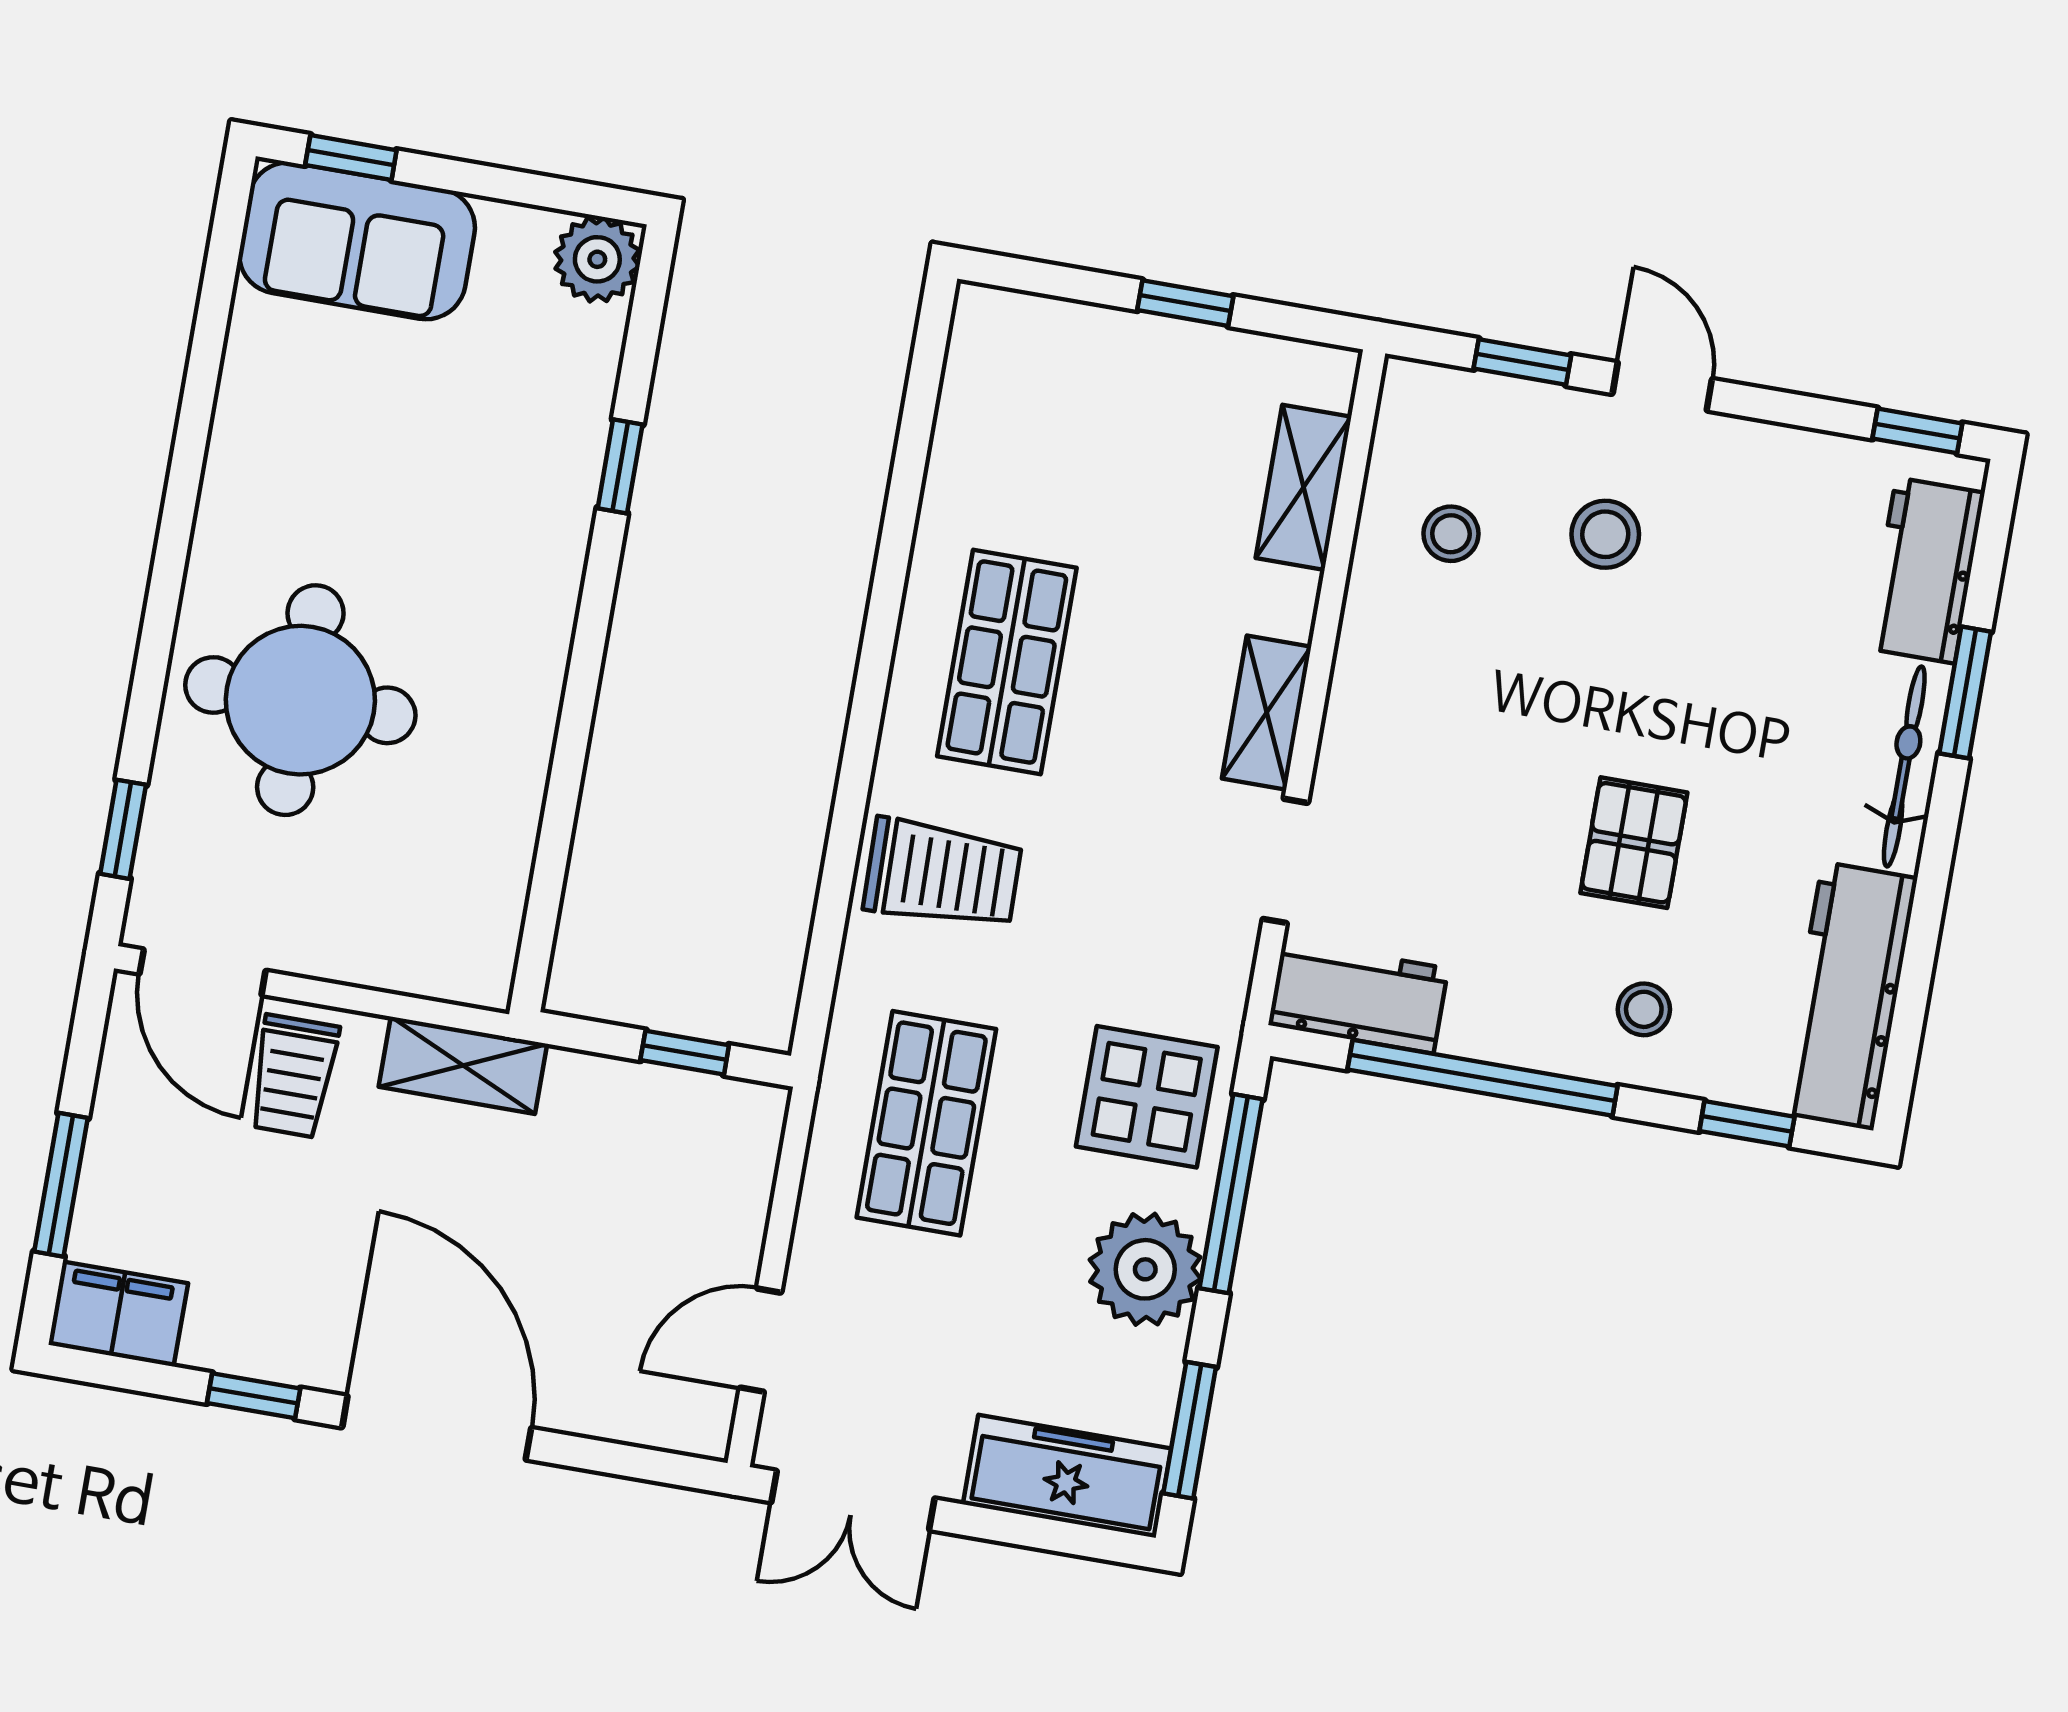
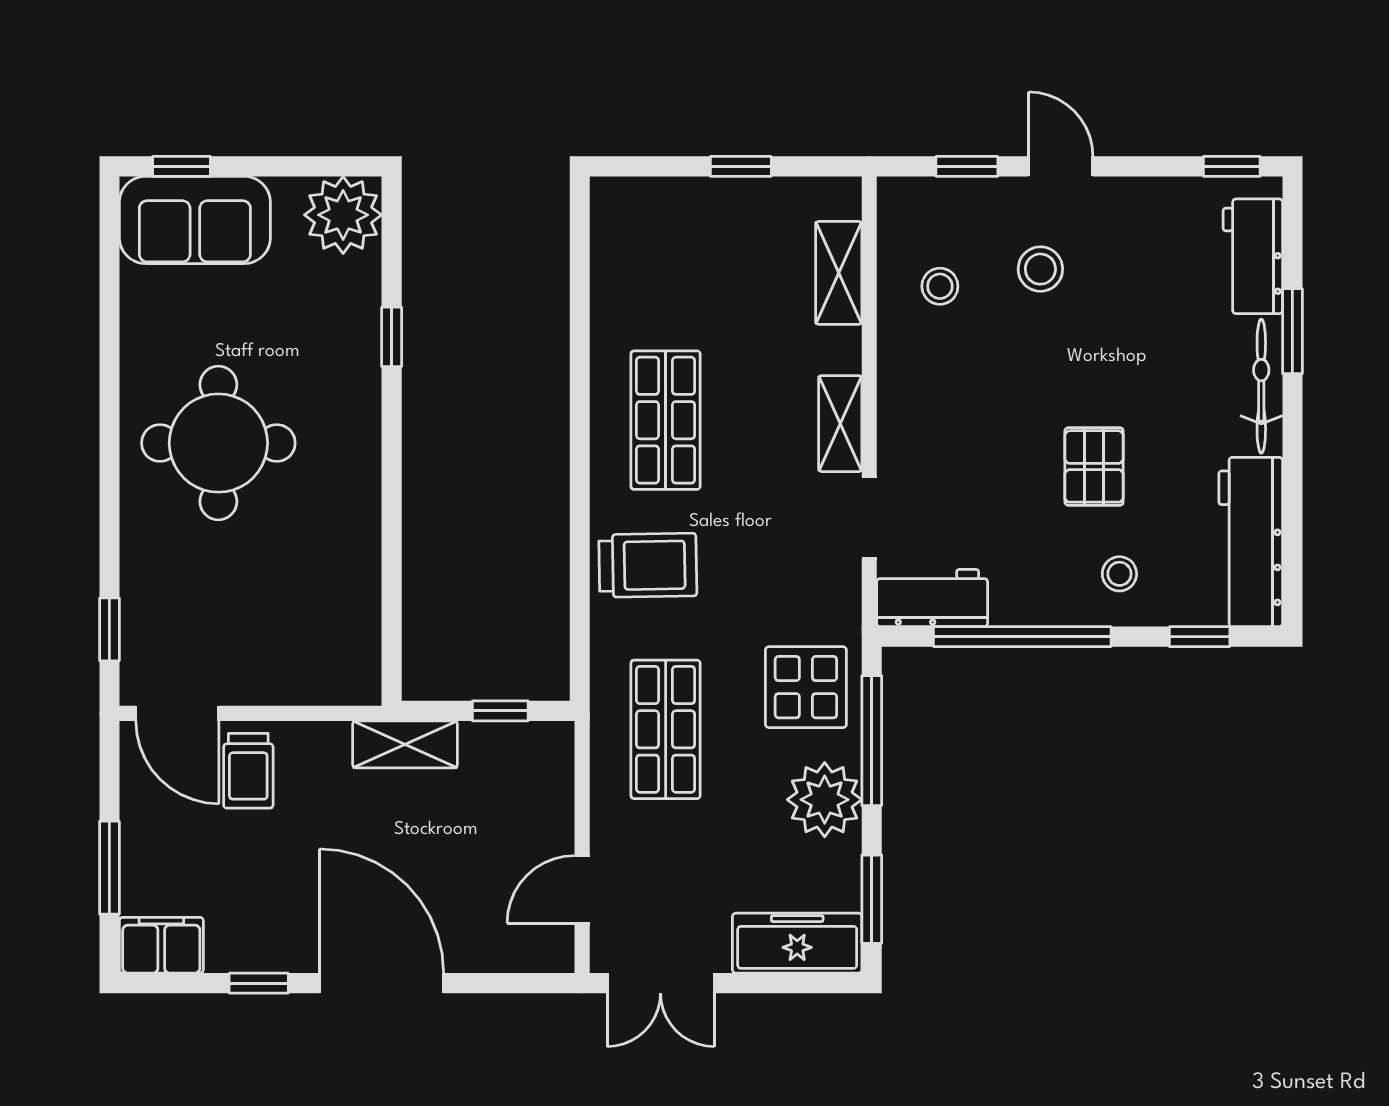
plant: (597, 259) -> (343, 215), width x1.36, depth x1.36
round table: (300, 700) -> (218, 443), moved
shelving: (463, 1065) -> (405, 744), moved

